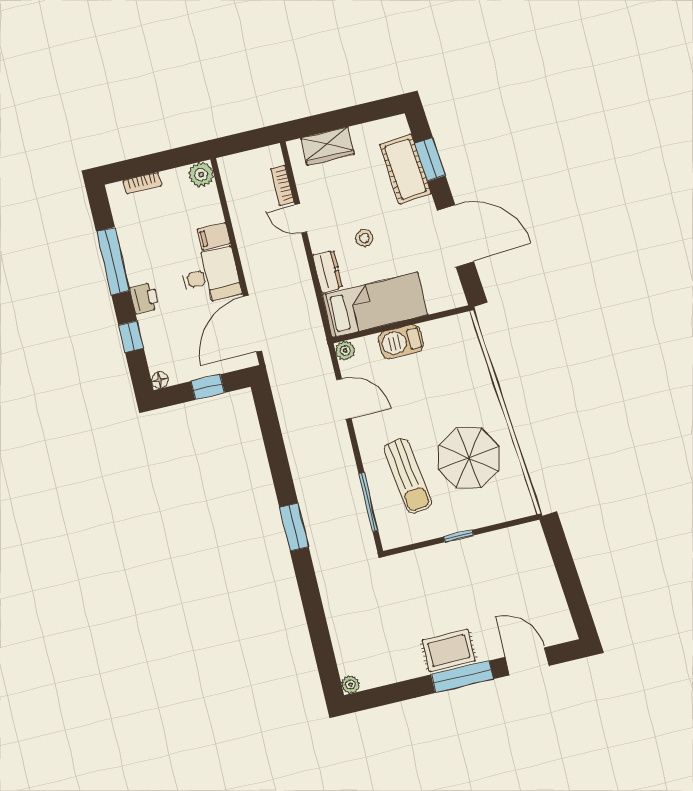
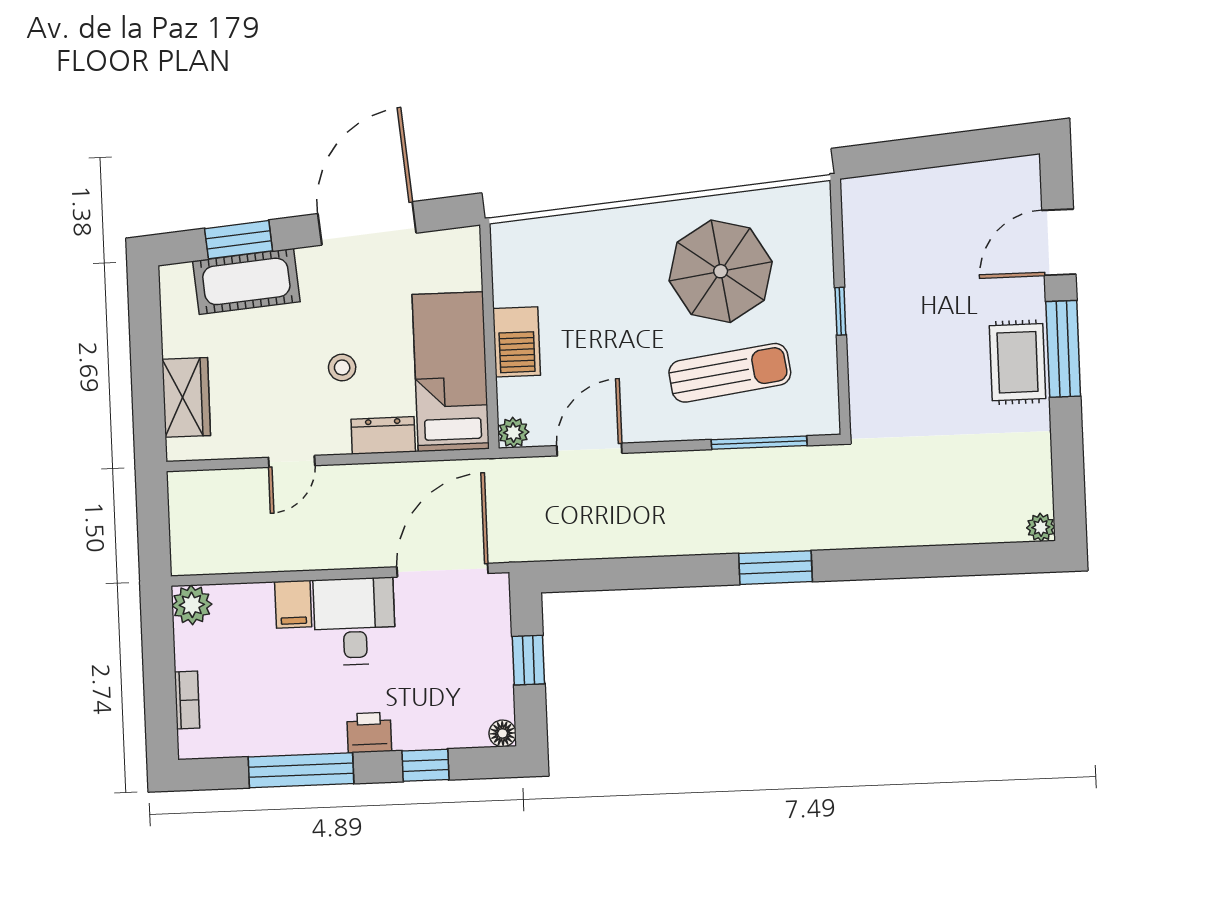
bookcase: (282, 185) -> (234, 481), removed
door: (252, 324) -> (443, 570), swing flipped

